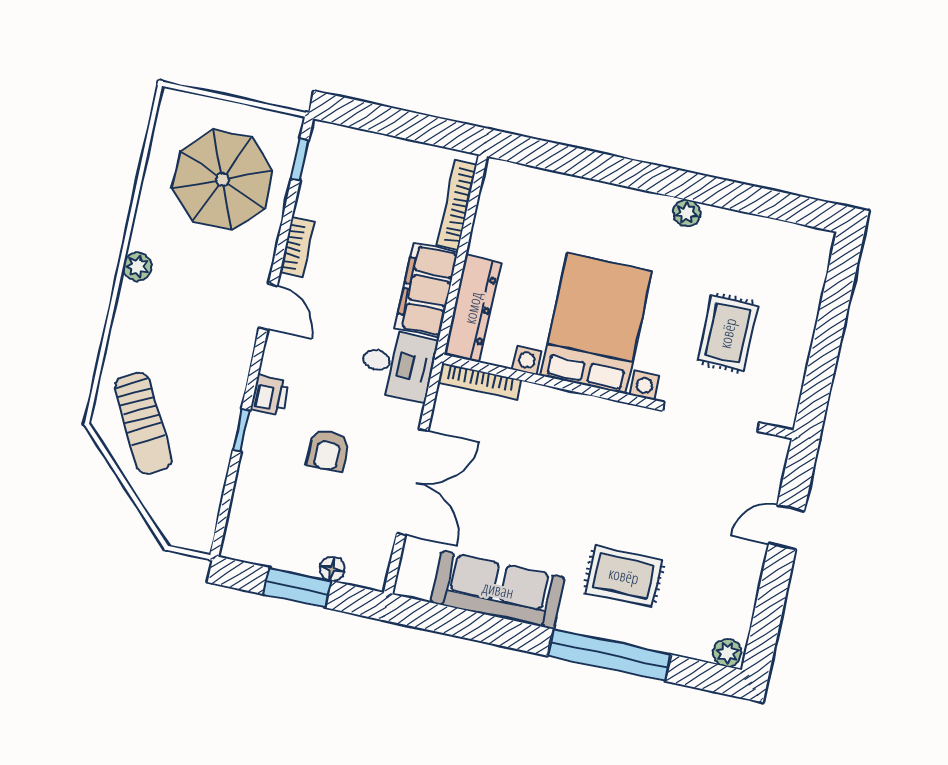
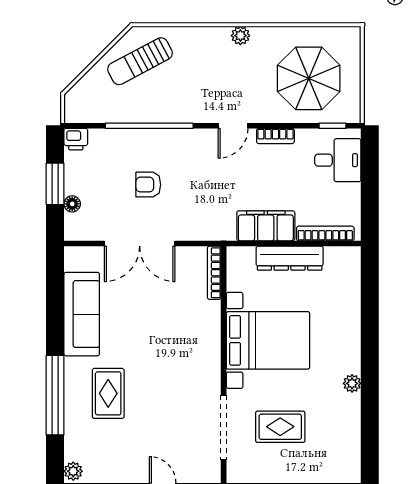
dresser: (473, 308) -> (290, 258), moved
desk: (398, 365) -> (338, 160), moved, turned -90
printer: (270, 395) -> (76, 139), moved
window: (241, 430) -> (149, 126), width x3.17

